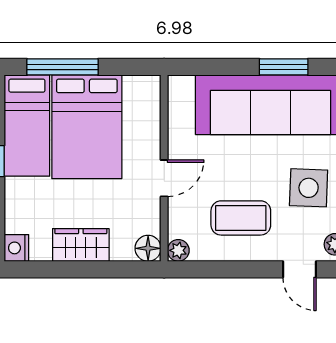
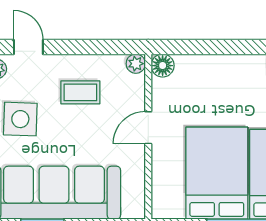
coffee table: (241, 218) -> (80, 92), width x0.73, depth x0.77
wardrobe: (81, 245) -> (222, 69), removed

